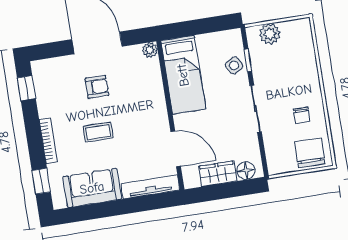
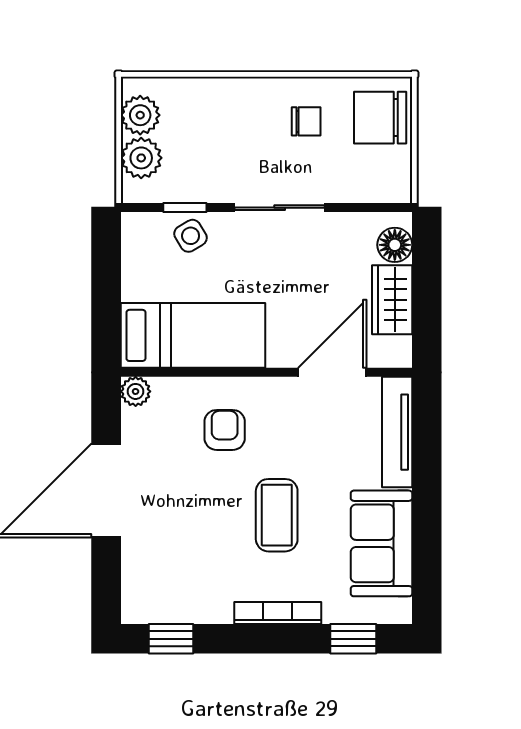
plant: (292, 30) -> (140, 115), added
armchair: (97, 87) -> (225, 430), moved
coffee table: (98, 132) -> (277, 515), width x1.36, depth x1.30

